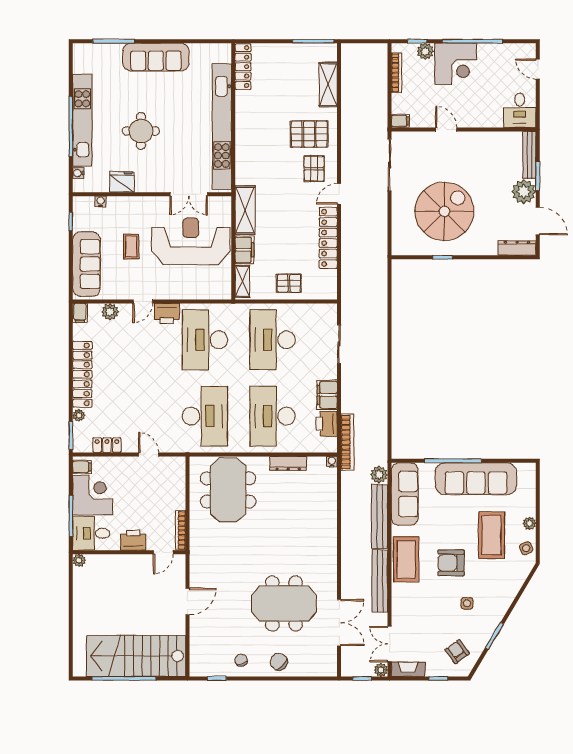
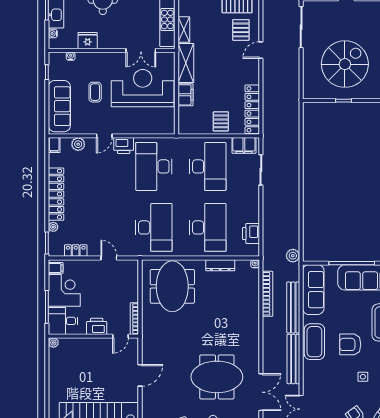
locker: (328, 238) -> (252, 109), moved
shelving: (242, 281) -> (184, 30), moved
pallet: (289, 283) -> (221, 121), turned 90
desk: (273, 340) -> (208, 166), turned 180
filing cabinet: (327, 395) -> (244, 145), moved, turned -90
desk: (273, 416) -> (208, 227), turned 180
bookcase: (347, 442) -> (267, 294), moved
plant: (379, 475) -> (293, 256), moved

